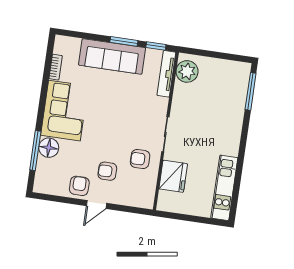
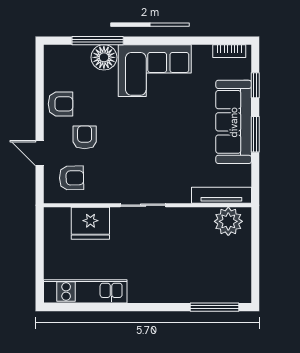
window: (156, 46) -> (255, 85), moved
bookcase: (56, 67) -> (229, 51), moved
armchair: (140, 159) -> (71, 178), moved, turned 89
door: (97, 204) -> (40, 153), moved

